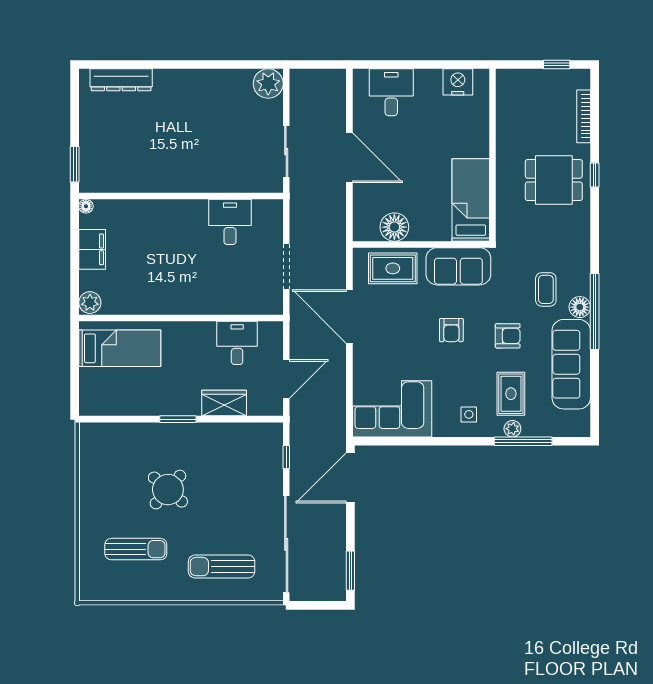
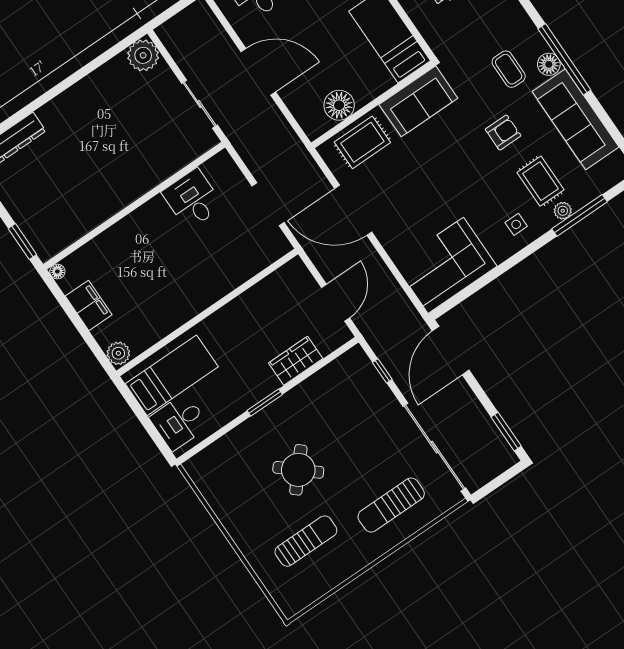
armchair: (451, 330) -> (450, 161), removed
desk: (237, 343) -> (179, 422), moved, turned -90

